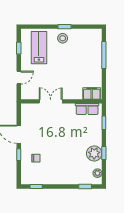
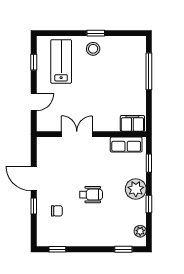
wheelchair: (61, 146) -> (91, 195), added
plant: (94, 153) -> (136, 189), moved

